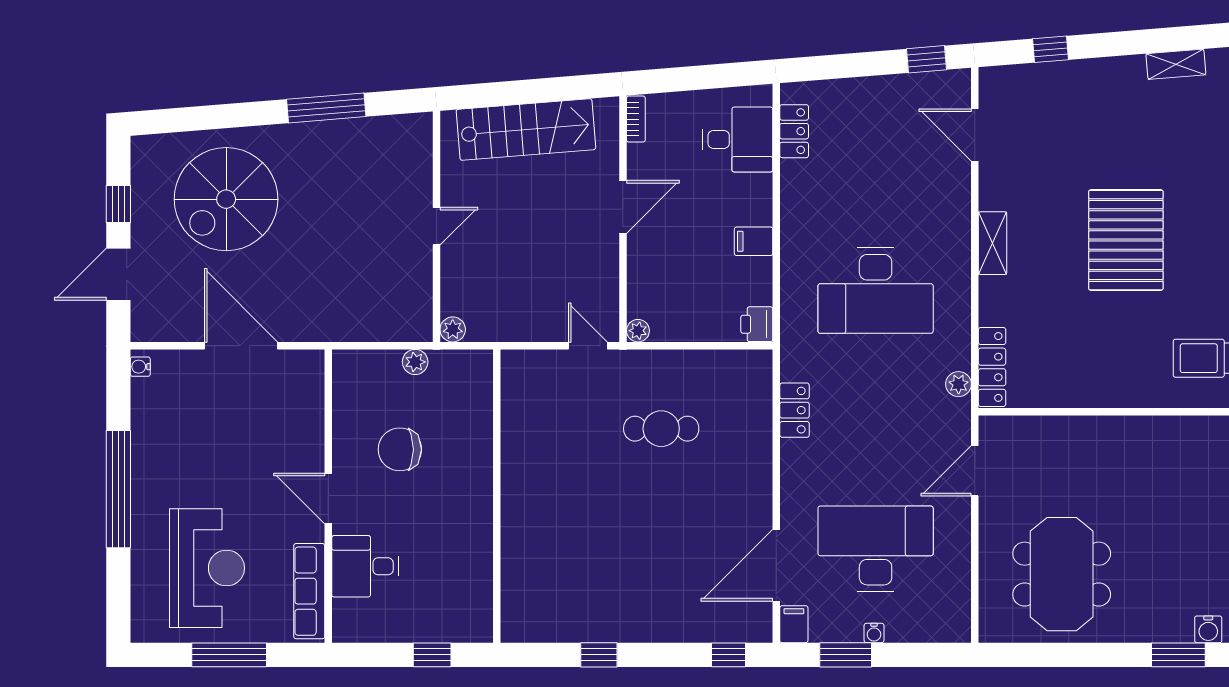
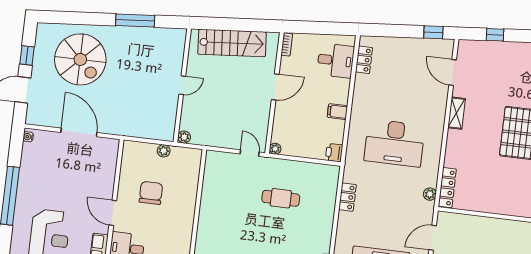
spiral stairs: (226, 199) -> (80, 59), turned -90
shelving: (993, 243) -> (457, 113), moved
chair: (400, 449) -> (151, 193), turned 90

